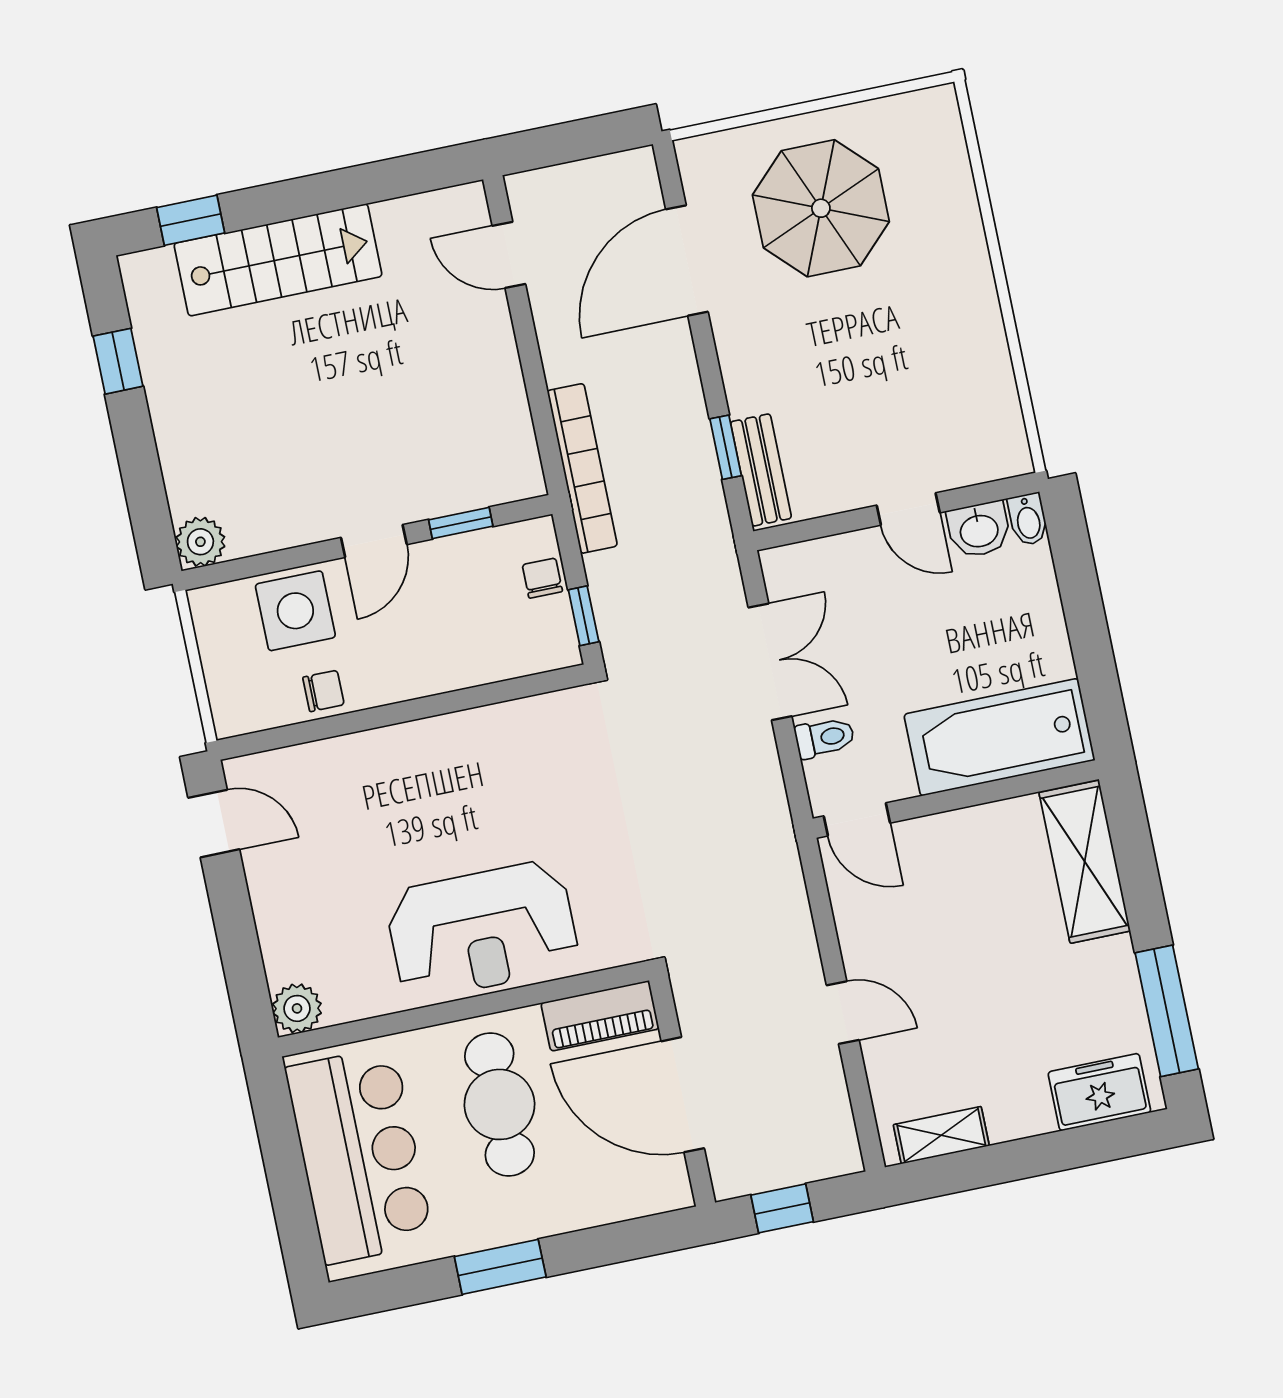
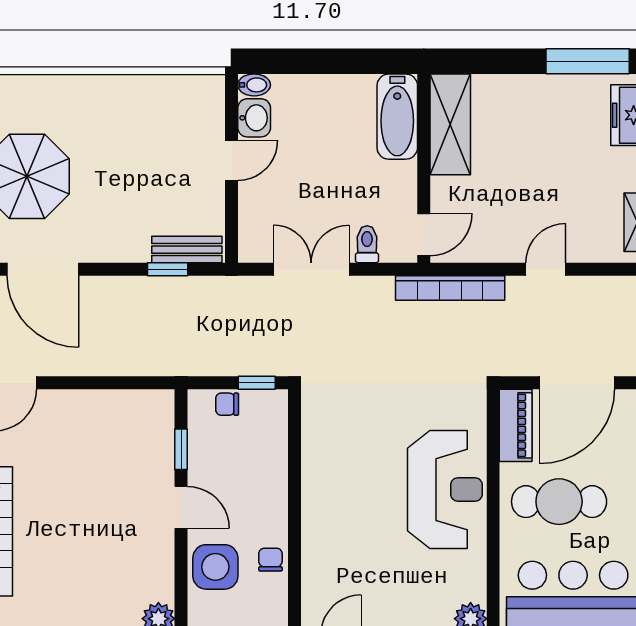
bookcase: (582, 468) -> (450, 288), moved, turned 180
bathtub: (999, 737) -> (397, 117), width x0.73, depth x0.73
shelving: (1085, 862) -> (450, 124), moved, turned 90

